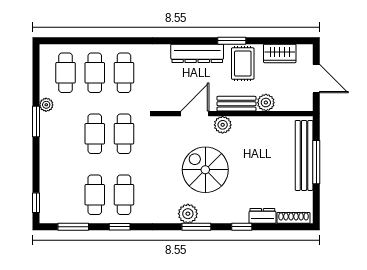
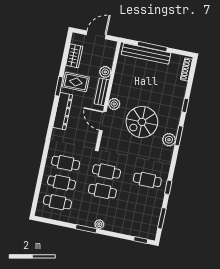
plant: (46, 105) -> (99, 224), moved
cafe table: (95, 195) -> (143, 200), removed
dresser: (262, 216) -> (181, 90), removed

